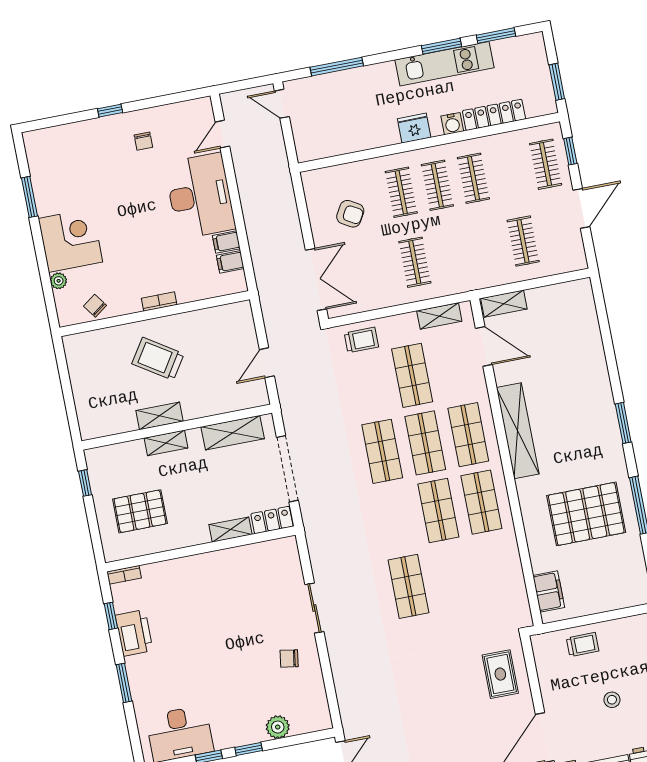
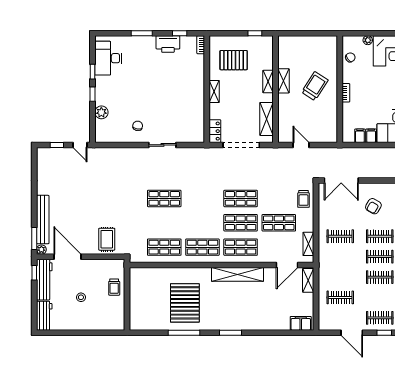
shop shelf: (438, 510) -> (164, 247), moved
pallet: (140, 511) -> (234, 60), turned 90
shelving: (230, 530) -> (214, 91), moved
filing cabinet: (549, 591) -> (301, 323), moved, turned 180
rug: (500, 674) -> (107, 239), turned 90

